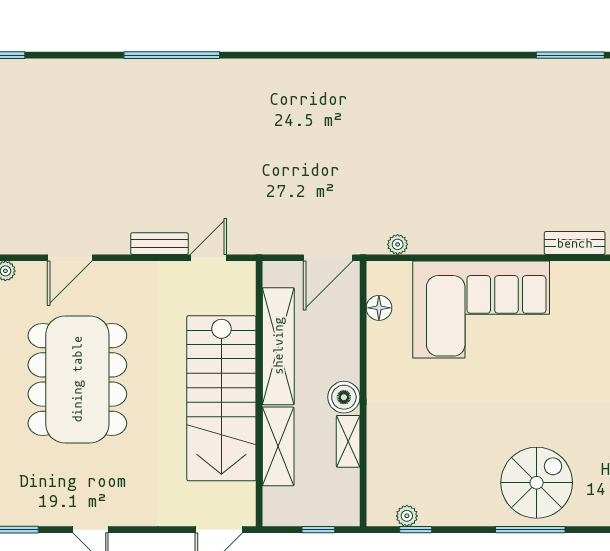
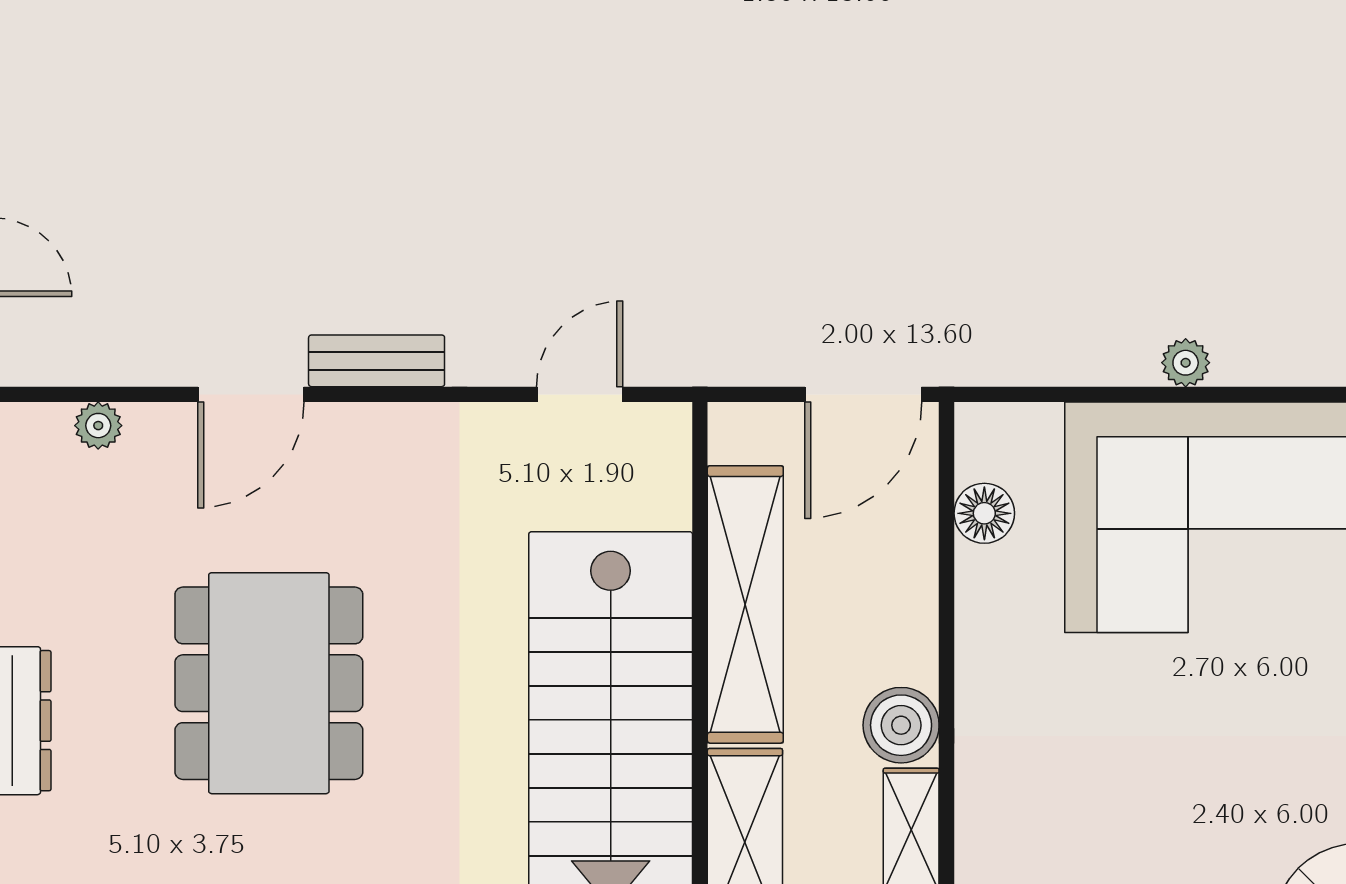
bench: (160, 244) -> (377, 361), moved
plant: (398, 244) -> (1186, 363), moved
dining table: (77, 379) -> (269, 683), width x0.73, depth x0.80

